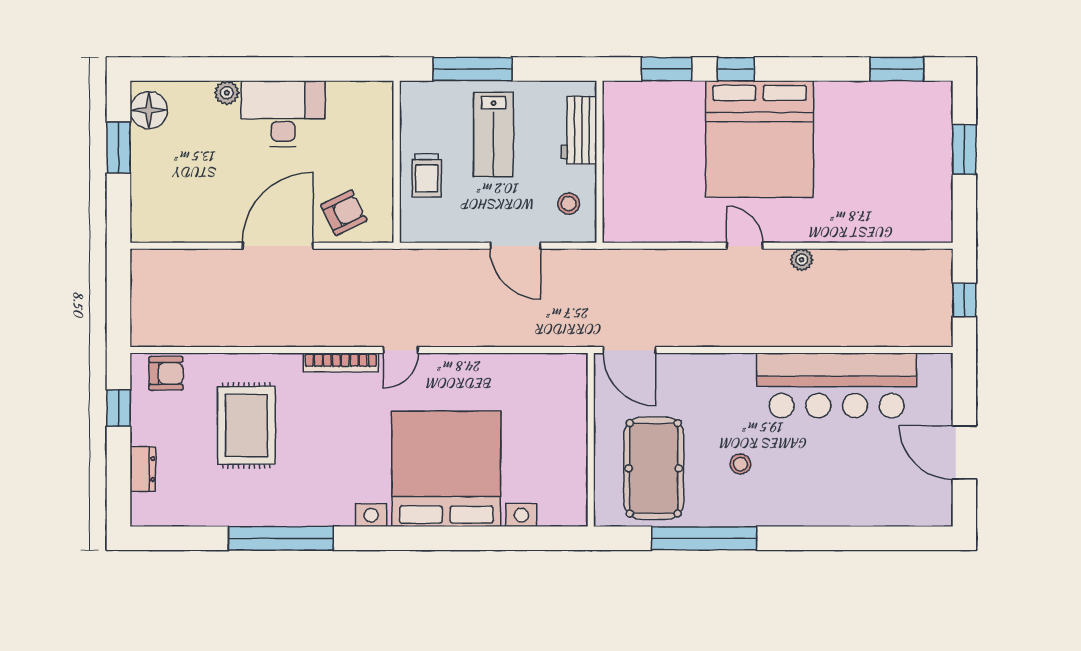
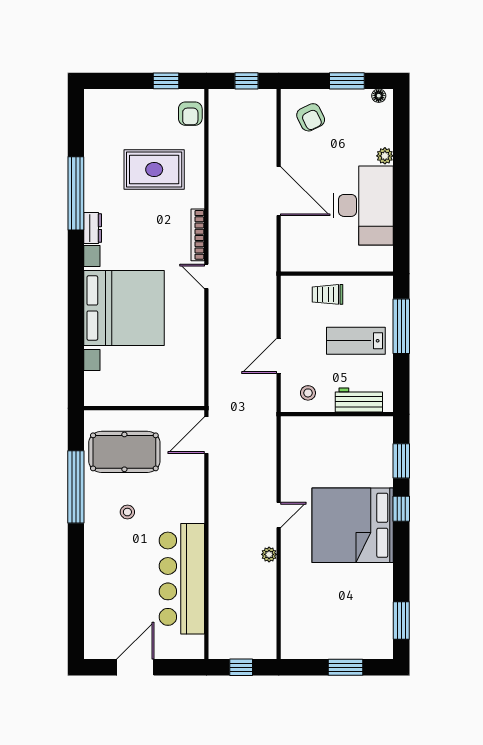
floor lamp: (149, 110) -> (379, 96), width x0.53, depth x0.53
desk: (283, 114) -> (364, 205), width x1.36, depth x1.30
armchair: (344, 213) -> (311, 117), moved
window: (119, 292) -> (246, 81), added
dresser: (143, 469) -> (93, 228), moved, turned -90

